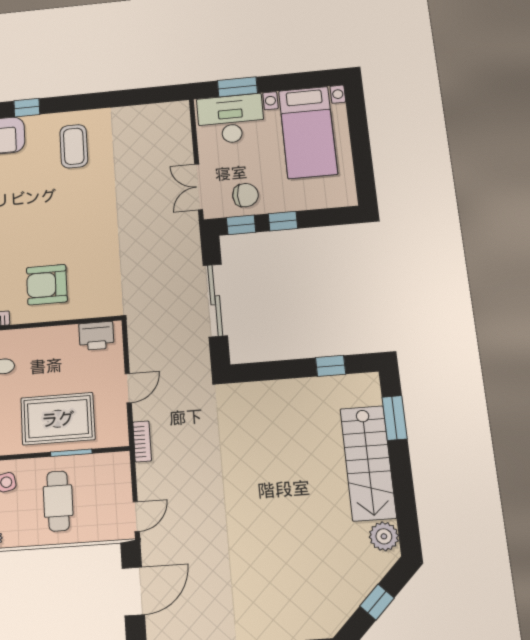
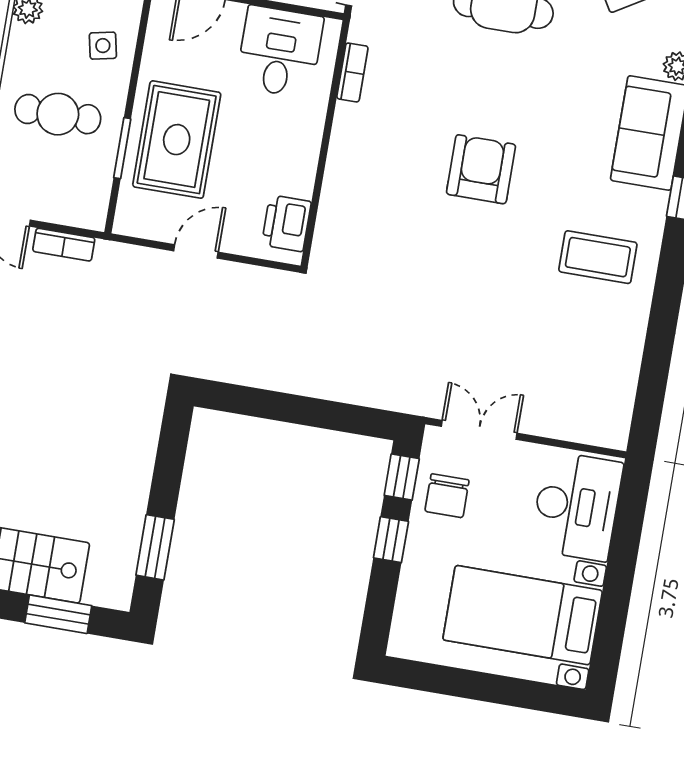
window: (237, 87) -> (627, 530), removed
armchair: (47, 285) -> (481, 169), moved
sliding door: (215, 300) -> (295, 409), removed
window: (331, 366) -> (155, 547), width x1.50
door: (128, 388) -> (196, 251), swing flipped
bookcase: (142, 441) -> (64, 245), moved

